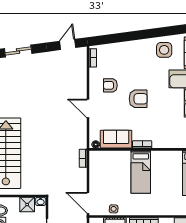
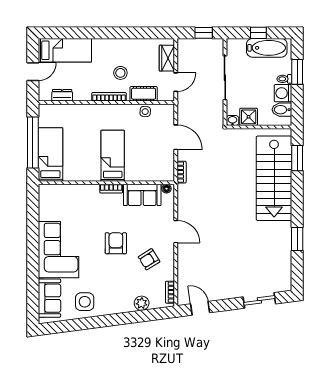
door: (68, 44) -> (200, 308), swing flipped
plant: (117, 49) -> (142, 303), added
armchair: (110, 85) -> (149, 259), turned 148
armchair: (138, 99) -> (116, 243), turned 90
door: (88, 203) -> (176, 137), moved

